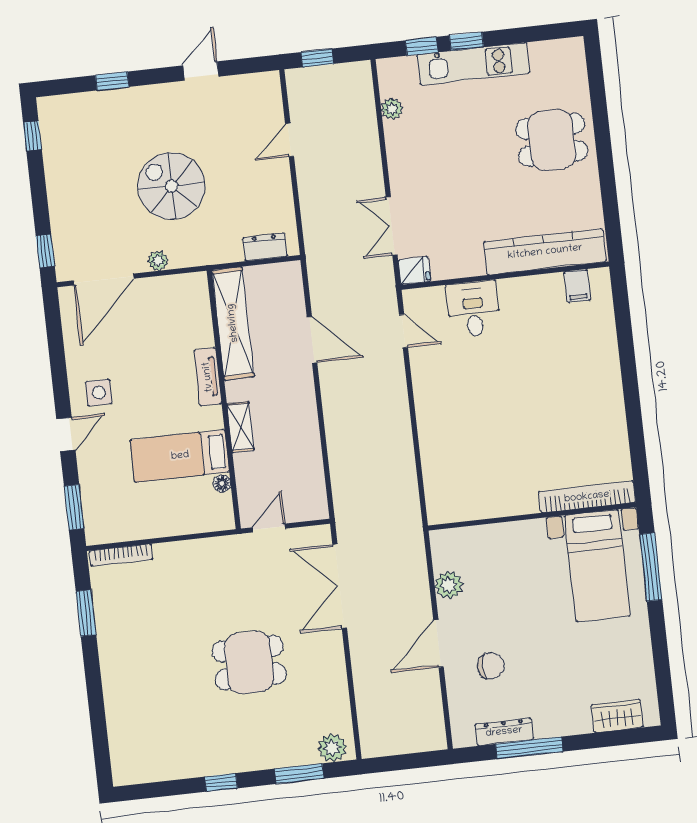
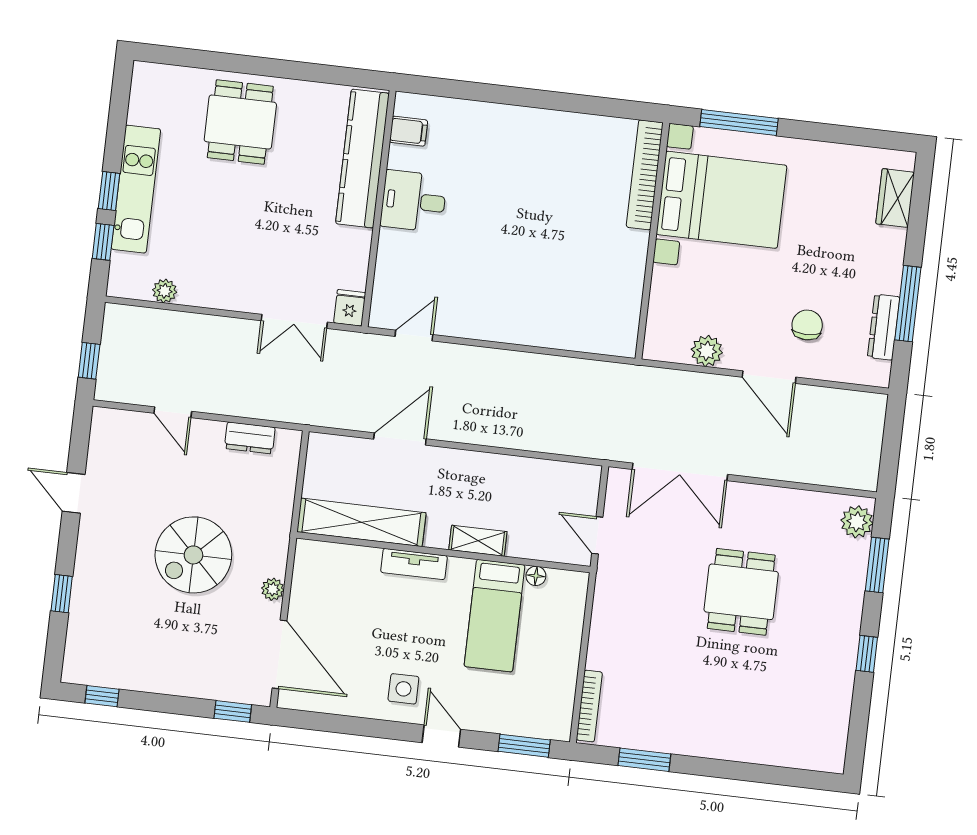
dresser: (265, 247) -> (250, 438), moved, turned -90
desk: (473, 309) -> (414, 201), moved
bed with nightstands: (597, 566) -> (721, 200), width x1.36

